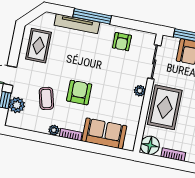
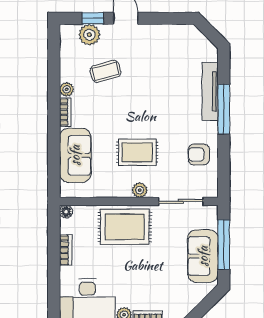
rug: (38, 46) -> (137, 152), moved
armchair: (79, 92) -> (122, 112), removed
floor lamp: (150, 145) -> (66, 212), width x0.53, depth x0.53

